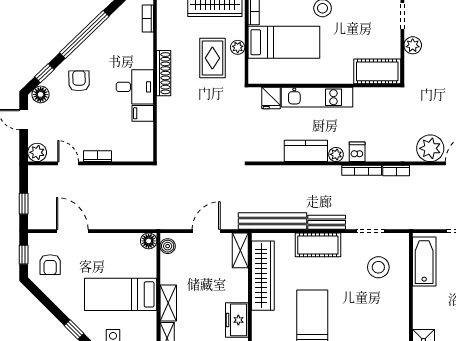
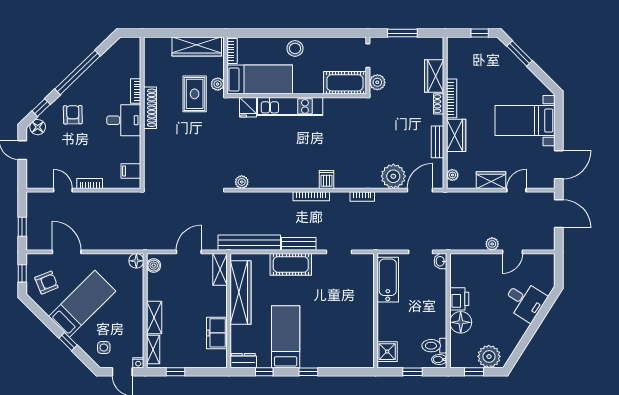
bookcase: (148, 19) -> (136, 91), moved
cot: (377, 71) -> (345, 83), moved
wall: (324, 85) -> (297, 96), moved
kitchen unit: (317, 97) -> (290, 106), moved
fridge: (271, 98) -> (248, 107), moved
filing cabinet: (143, 113) -> (131, 171), moved
kitchen counter: (306, 151) -> (280, 179), removed
plant: (37, 152) -> (35, 180), removed
plant: (336, 154) -> (242, 182), moved
bookcase: (362, 170) -> (311, 196), moved
armchair: (50, 265) -> (46, 283), turned -112
stool: (378, 267) -> (346, 285), removed
bed: (121, 294) -> (82, 304), moved, turned 135

